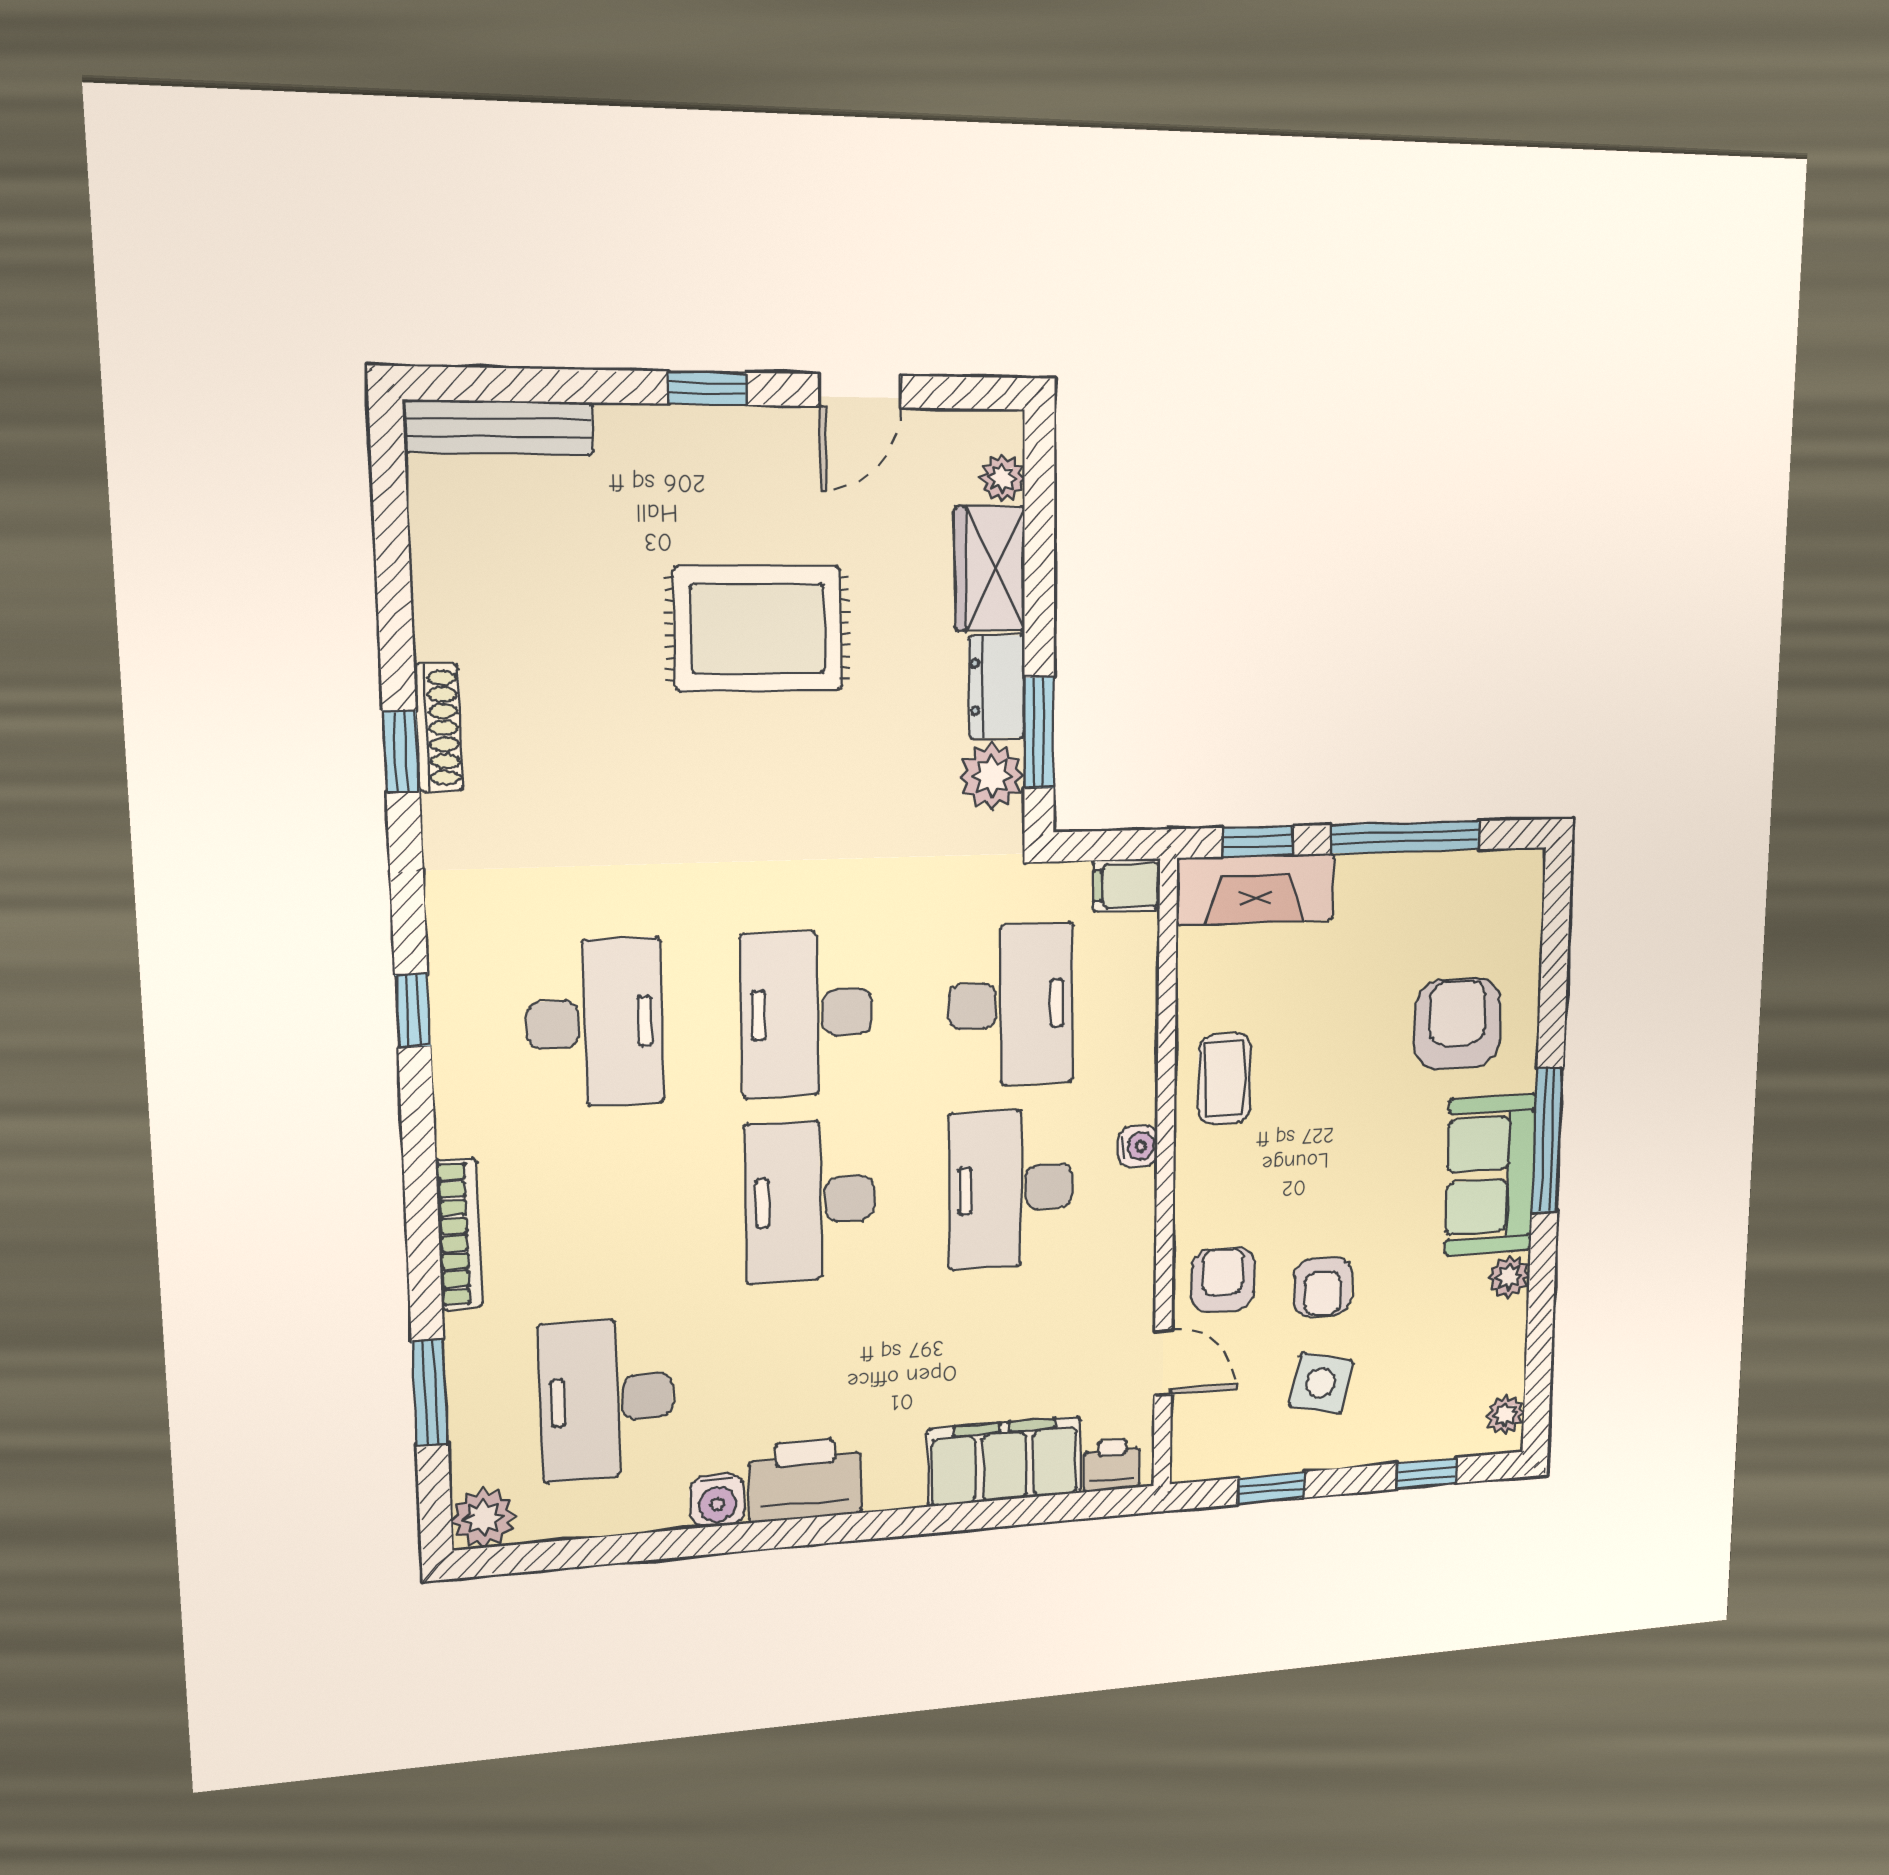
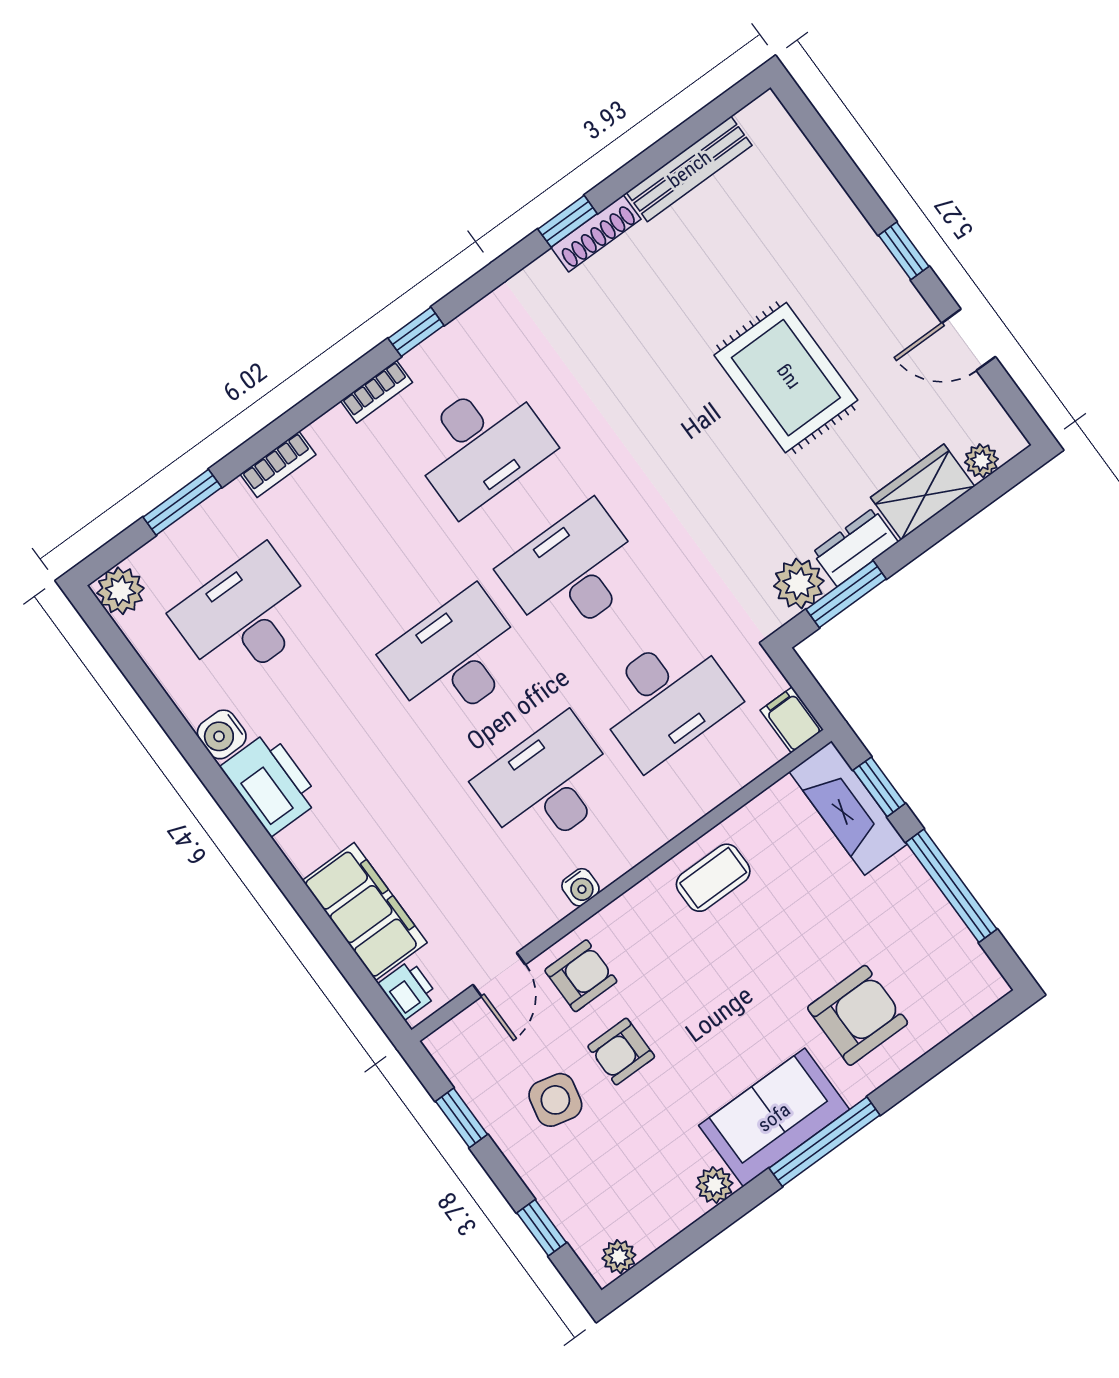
bench: (499, 427) -> (689, 169), moved, turned 90
bookcase: (452, 1100) -> (376, 392), added
water cooler: (1138, 1146) -> (580, 887), moved
bookcase: (459, 1234) -> (278, 464), width x0.64

